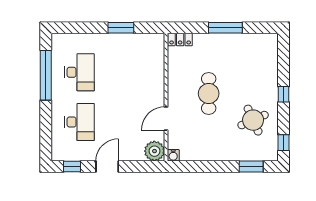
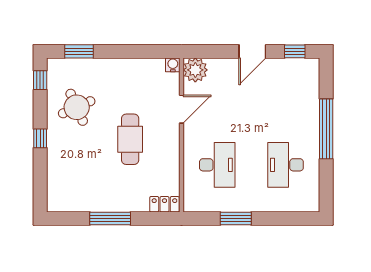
window: (46, 75) -> (326, 129), moved
desk: (79, 122) -> (217, 165), moved, turned 180

